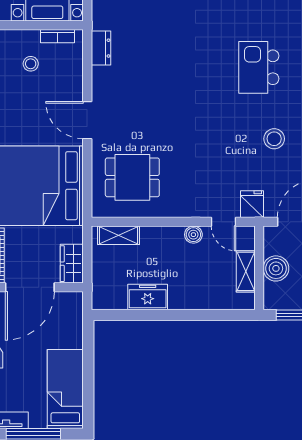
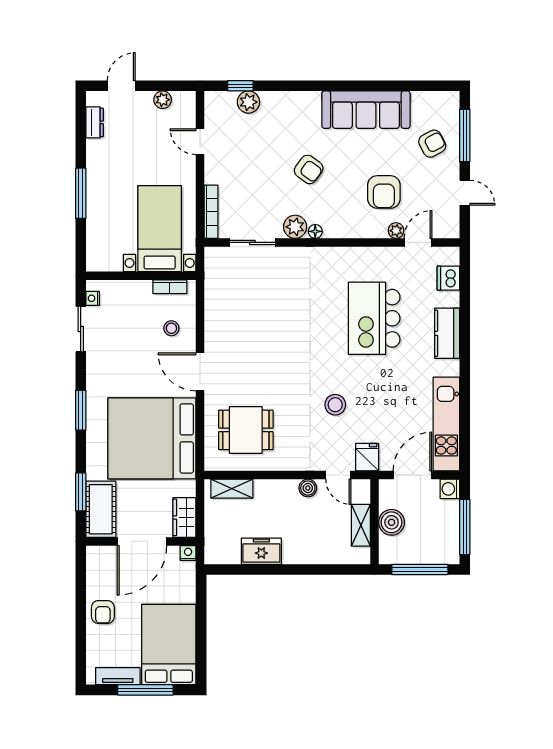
dresser: (101, 48) -> (214, 299), removed
stool: (31, 64) -> (171, 328), moved
kitchen island: (259, 67) -> (374, 318), width x1.37, depth x1.28
stool: (274, 139) -> (335, 405), moved
nightstand: (75, 299) -> (188, 553), added
bed: (65, 389) -> (169, 645), width x1.50

